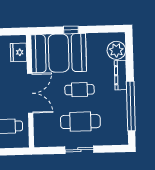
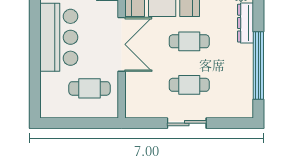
cafe table: (80, 122) -> (189, 85), width x0.73, depth x0.74

